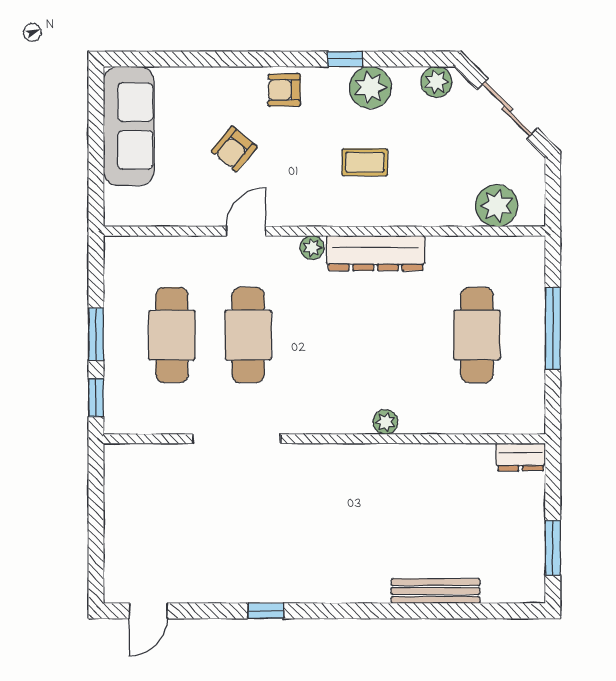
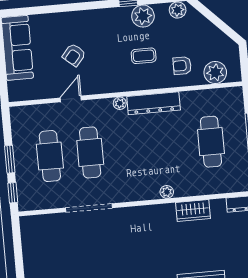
armchair: (284, 90) -> (182, 66), moved
sliding door: (507, 109) -> (216, 21), removed
door: (246, 231) -> (71, 99), moved
wardrobe: (432, 461) -> (193, 211), added

